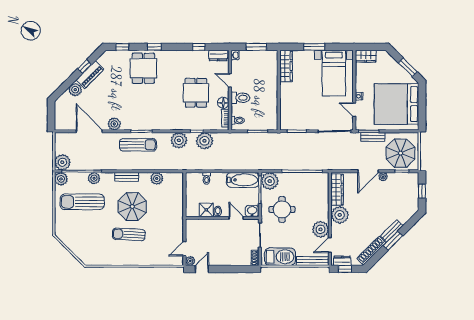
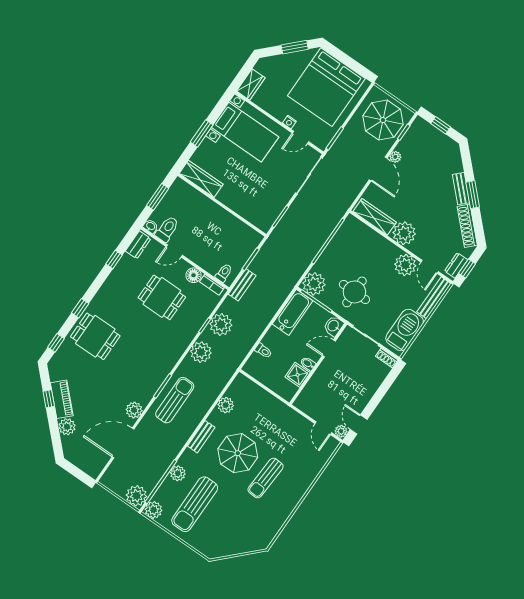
toilet: (240, 98) -> (167, 229), moved
bench: (373, 137) -> (242, 285), moved

